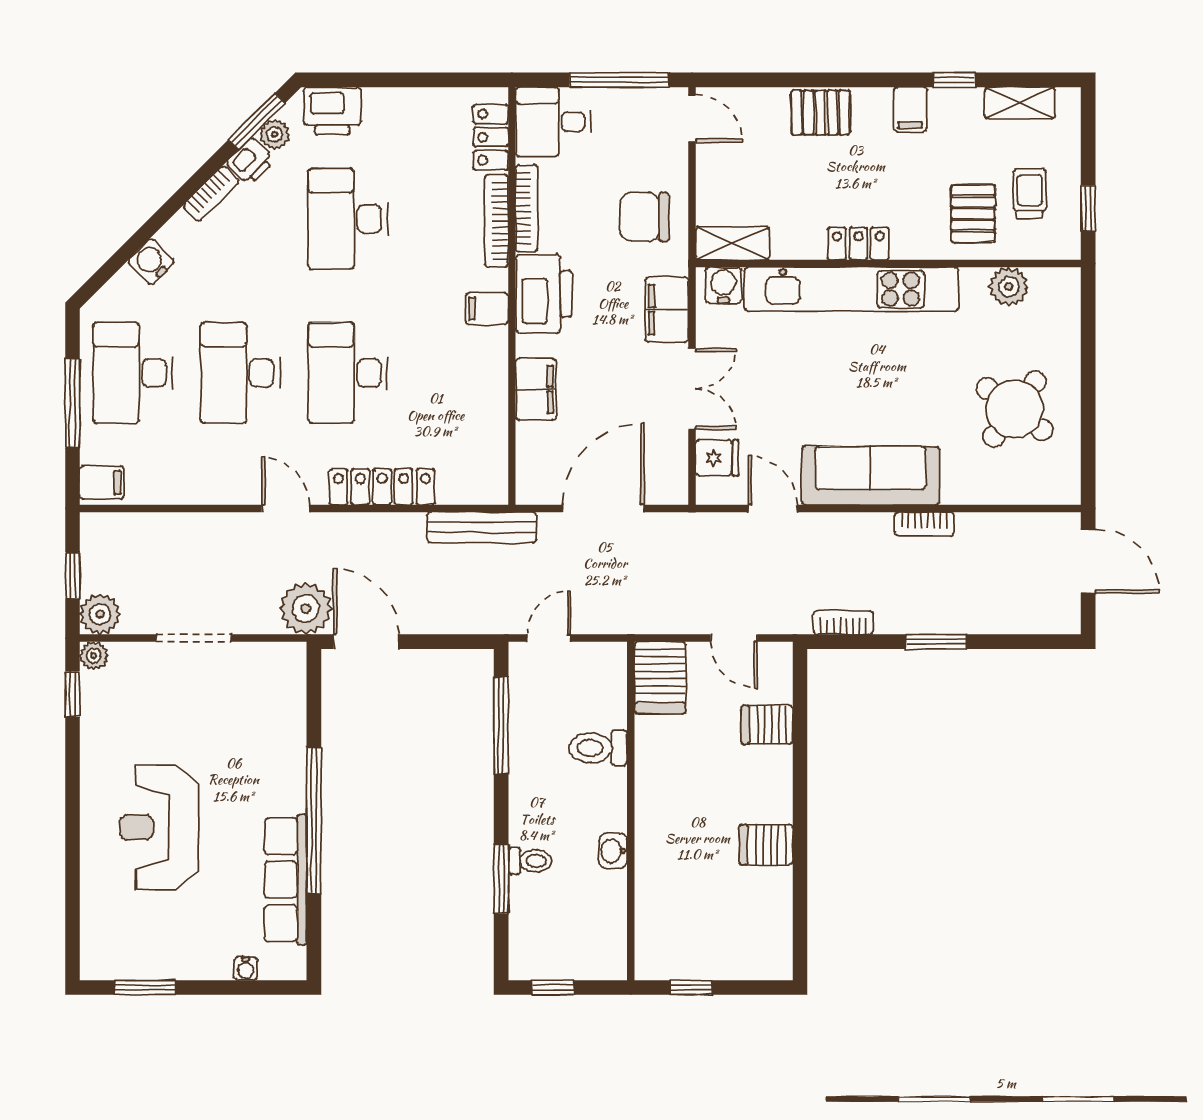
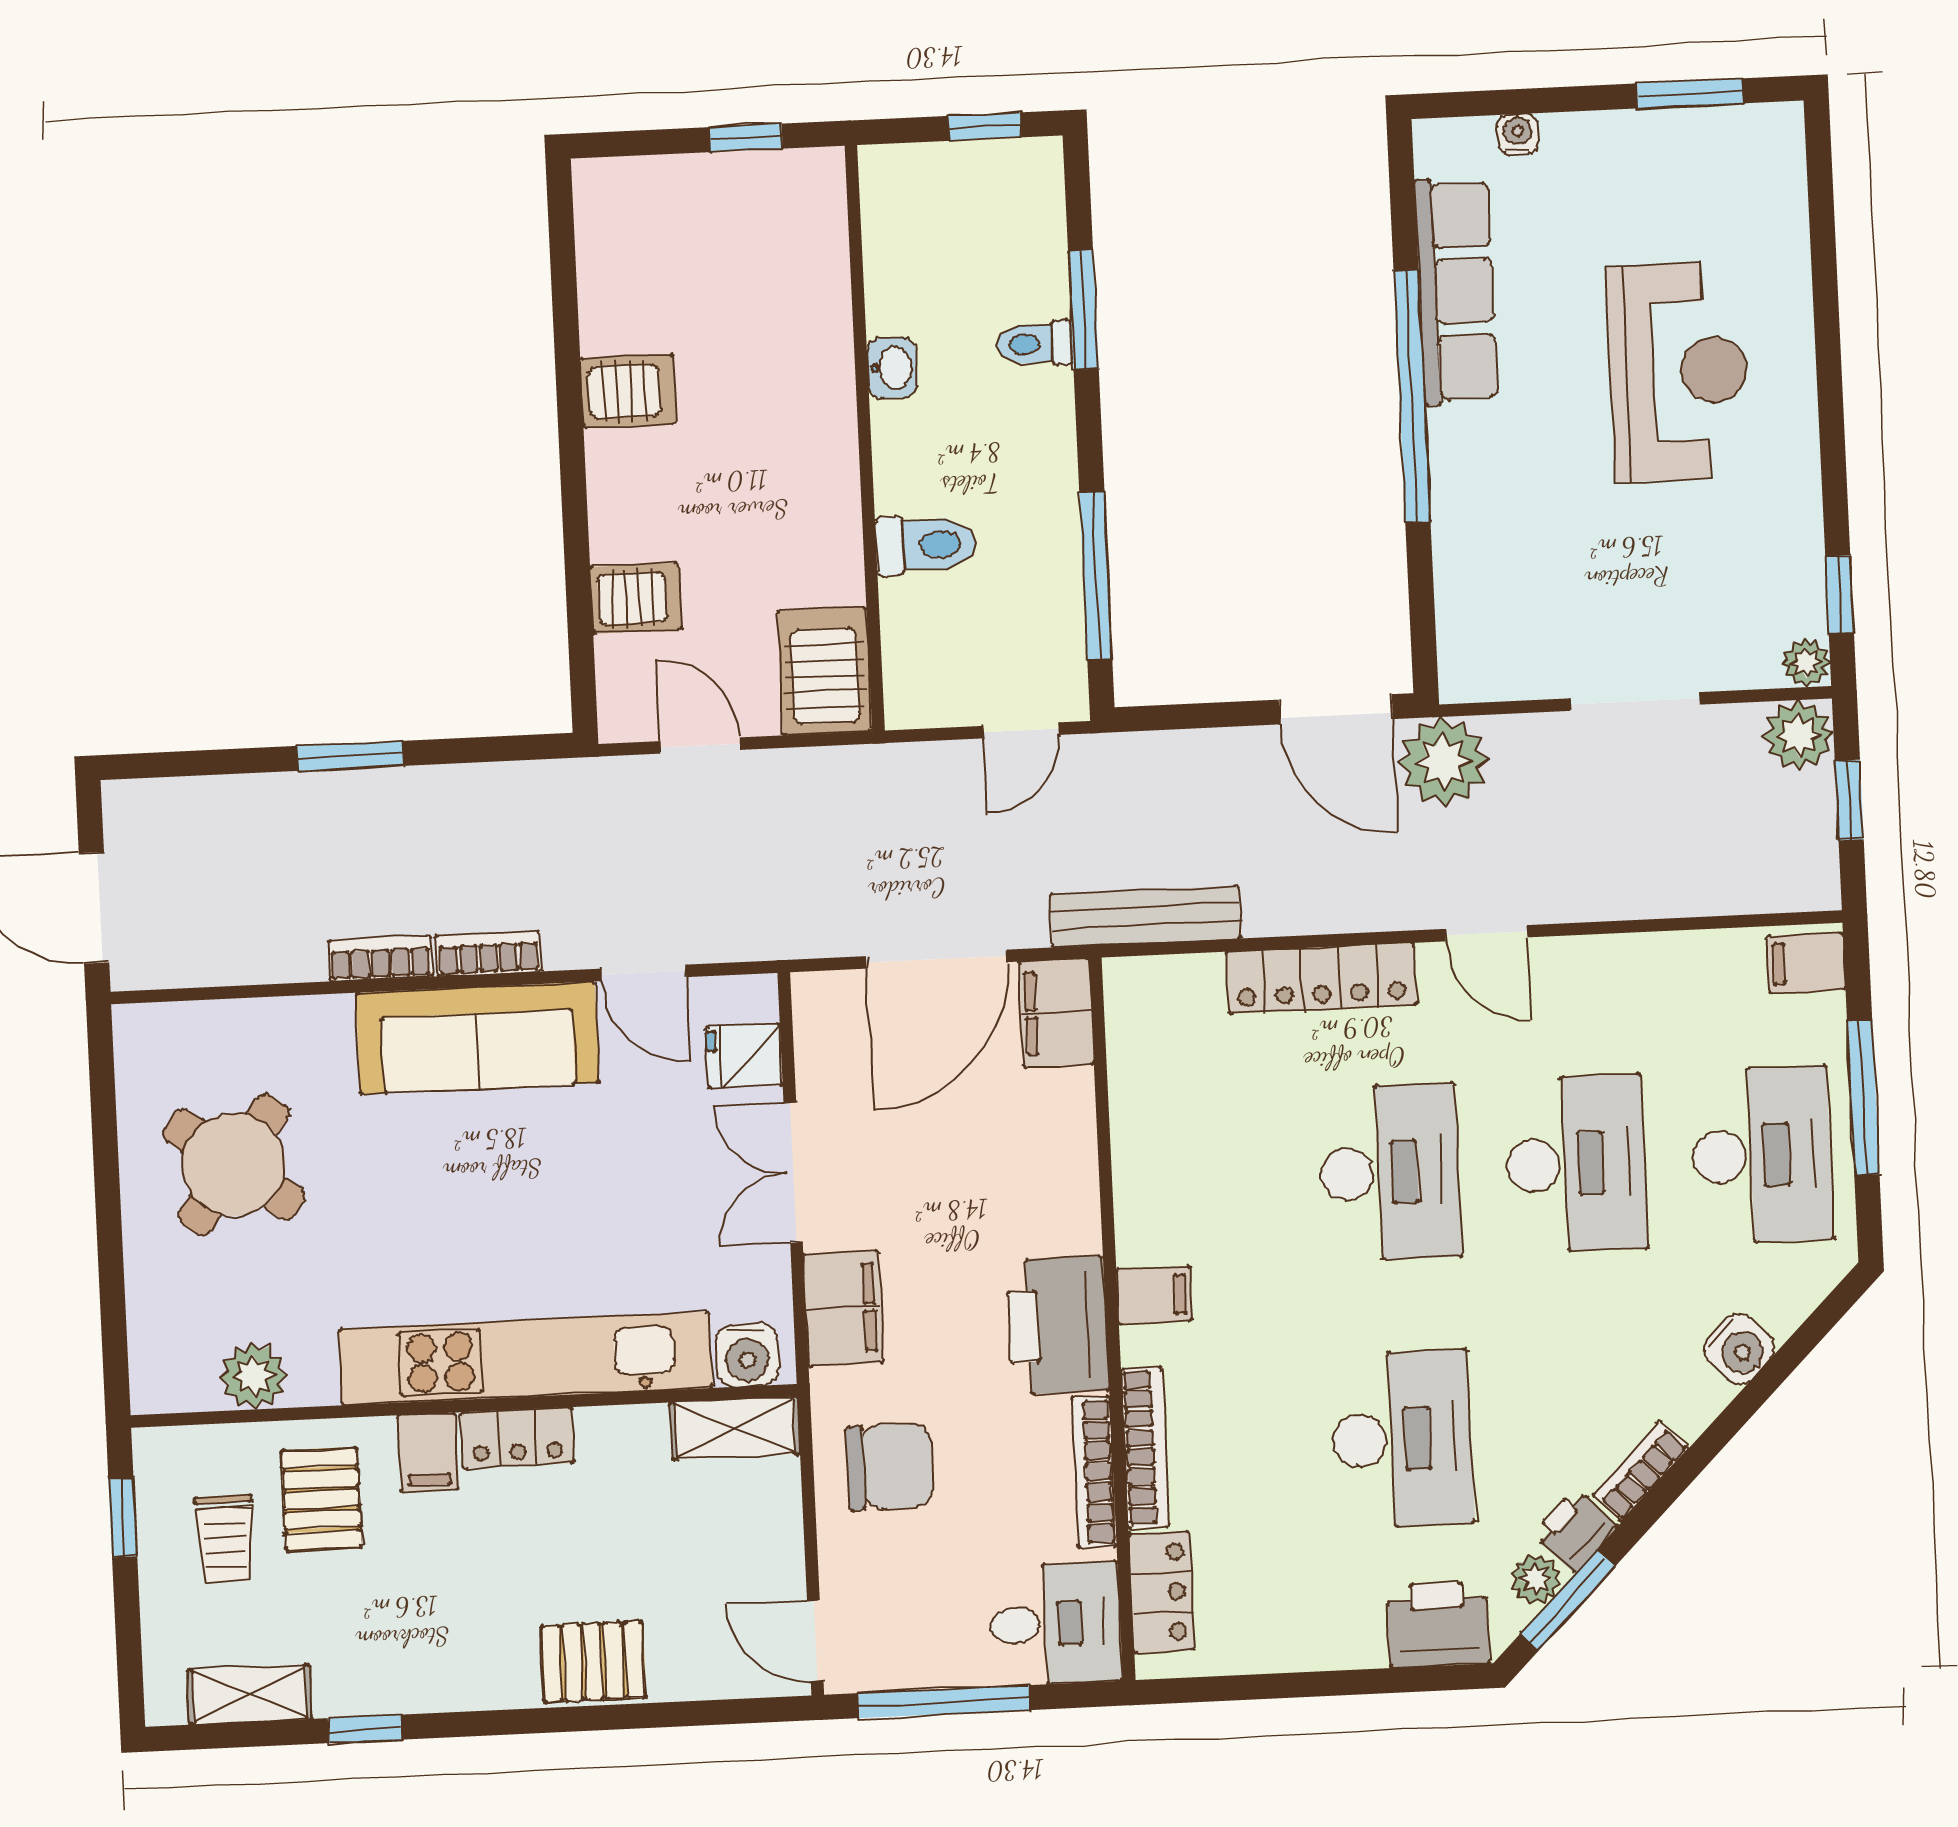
filing cabinet: (910, 109) -> (428, 1452), moved, turned 180
filing cabinet: (536, 389) -> (1056, 1013), moved
bookcase: (843, 623) -> (489, 953), moved, turned 180

